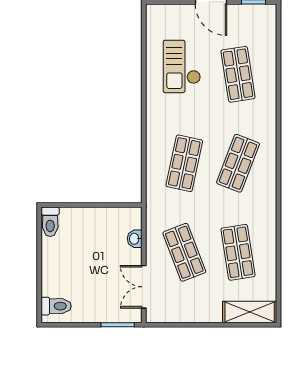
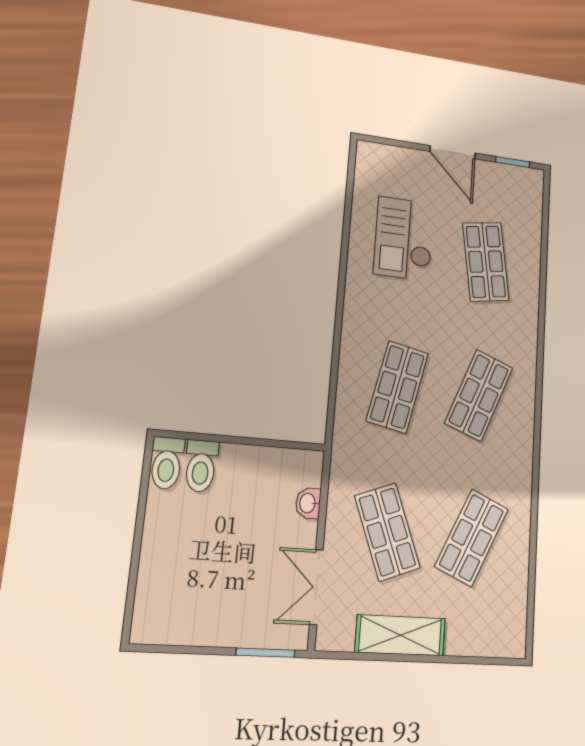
shop shelf: (238, 252) -> (472, 538), turned 33
toilet: (56, 306) -> (201, 466), moved, turned 90
shelving: (250, 312) -> (400, 635), moved

